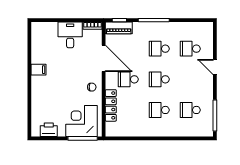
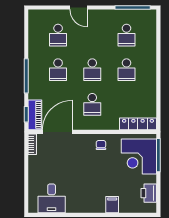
desk: (70, 35) -> (52, 198), moved, turned -90
door: (104, 58) -> (57, 132), moved
door: (215, 67) -> (78, 8), hinge flipped
filing cabinet: (38, 70) -> (112, 205), moved
locker: (111, 105) -> (138, 124), moved

